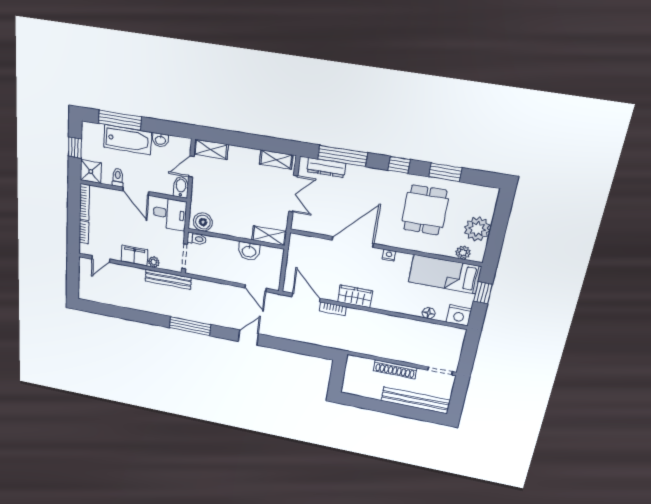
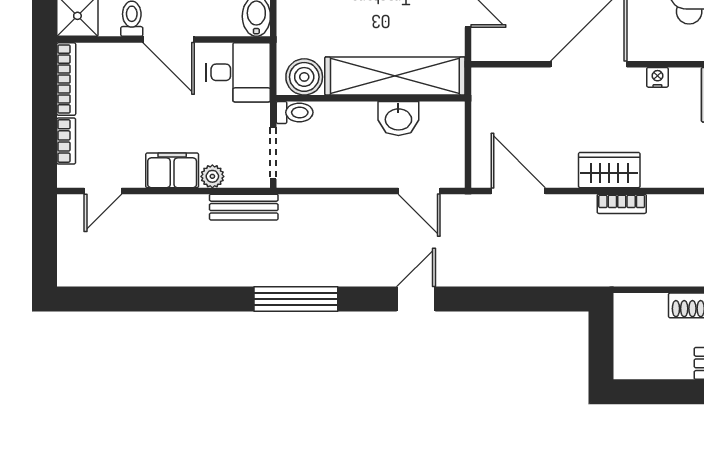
shelving: (269, 236) -> (395, 76), width x2.20, depth x1.33
bench: (168, 279) -> (244, 207), width x0.73
bookcase: (333, 309) -> (622, 204), moved

